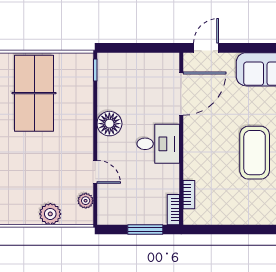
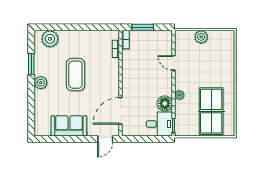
floor lamp: (109, 124) -> (165, 103), moved
desk: (158, 144) -> (159, 124), moved, turned 180
plant: (86, 201) -> (179, 95), moved

